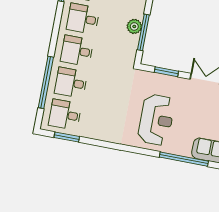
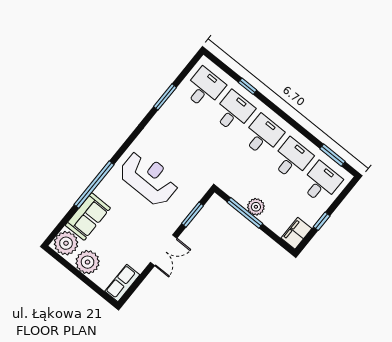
window: (46, 82) -> (248, 86), width x0.32
reception desk: (156, 120) -> (149, 178), turned 180
window: (67, 137) -> (165, 97), moved

